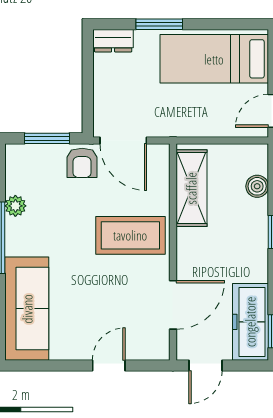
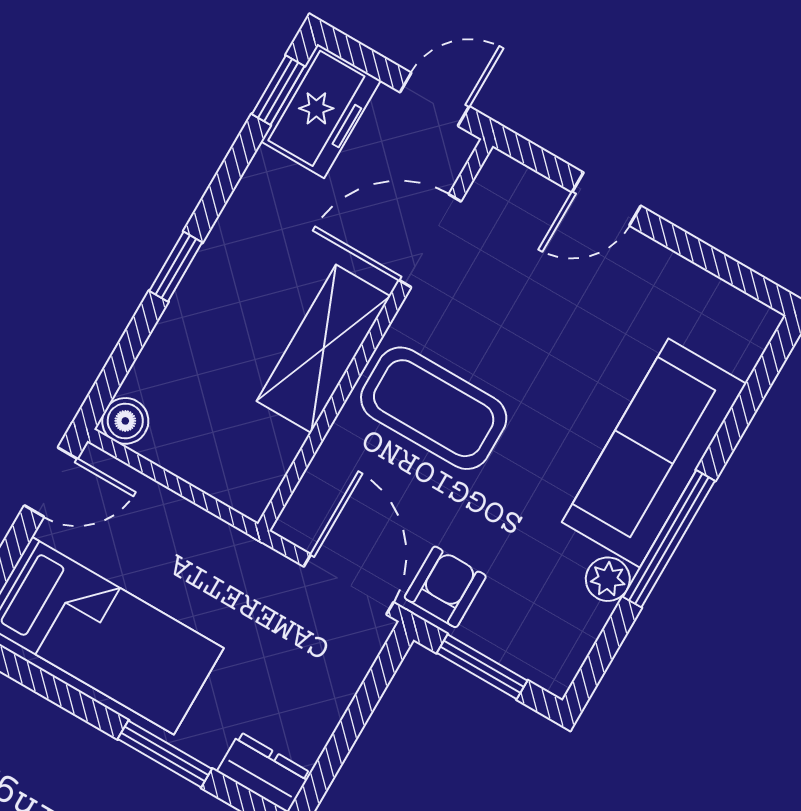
boiler: (257, 186) -> (125, 421), moved
shelving: (191, 188) -> (323, 349), moved
sofa: (27, 309) -> (654, 453), moved
freezer: (250, 322) -> (321, 111), width x0.71

